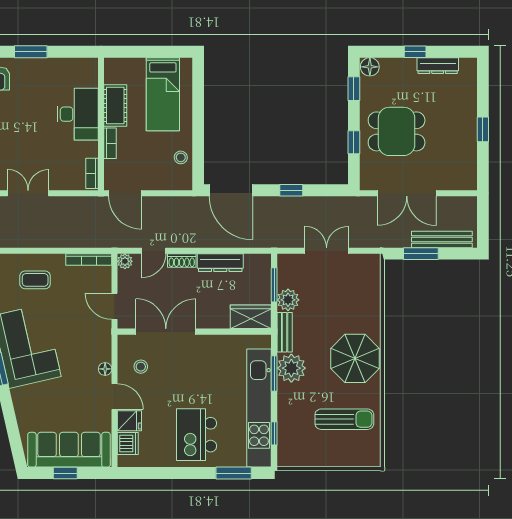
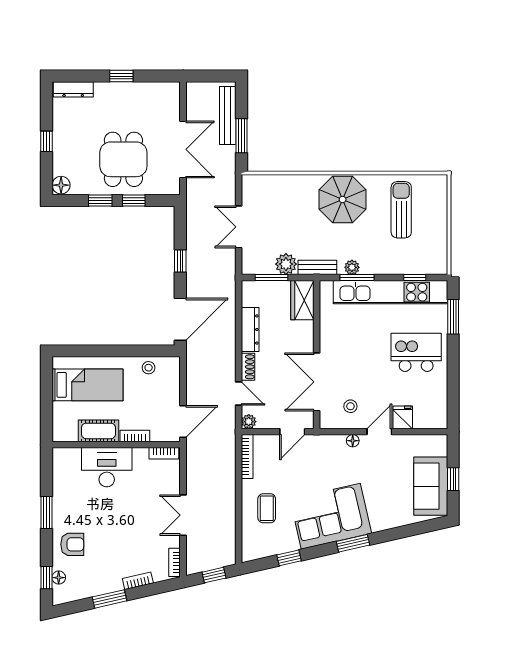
dresser: (438, 66) -> (73, 89), moved, turned 90
window: (354, 89) -> (100, 200), moved
plant: (291, 368) -> (352, 267), width x0.53, depth x0.53
kitchen island: (197, 435) -> (416, 352), turned 180
dishwasher: (128, 443) -> (425, 419), removed
sofa: (69, 450) -> (431, 486), width x0.73

